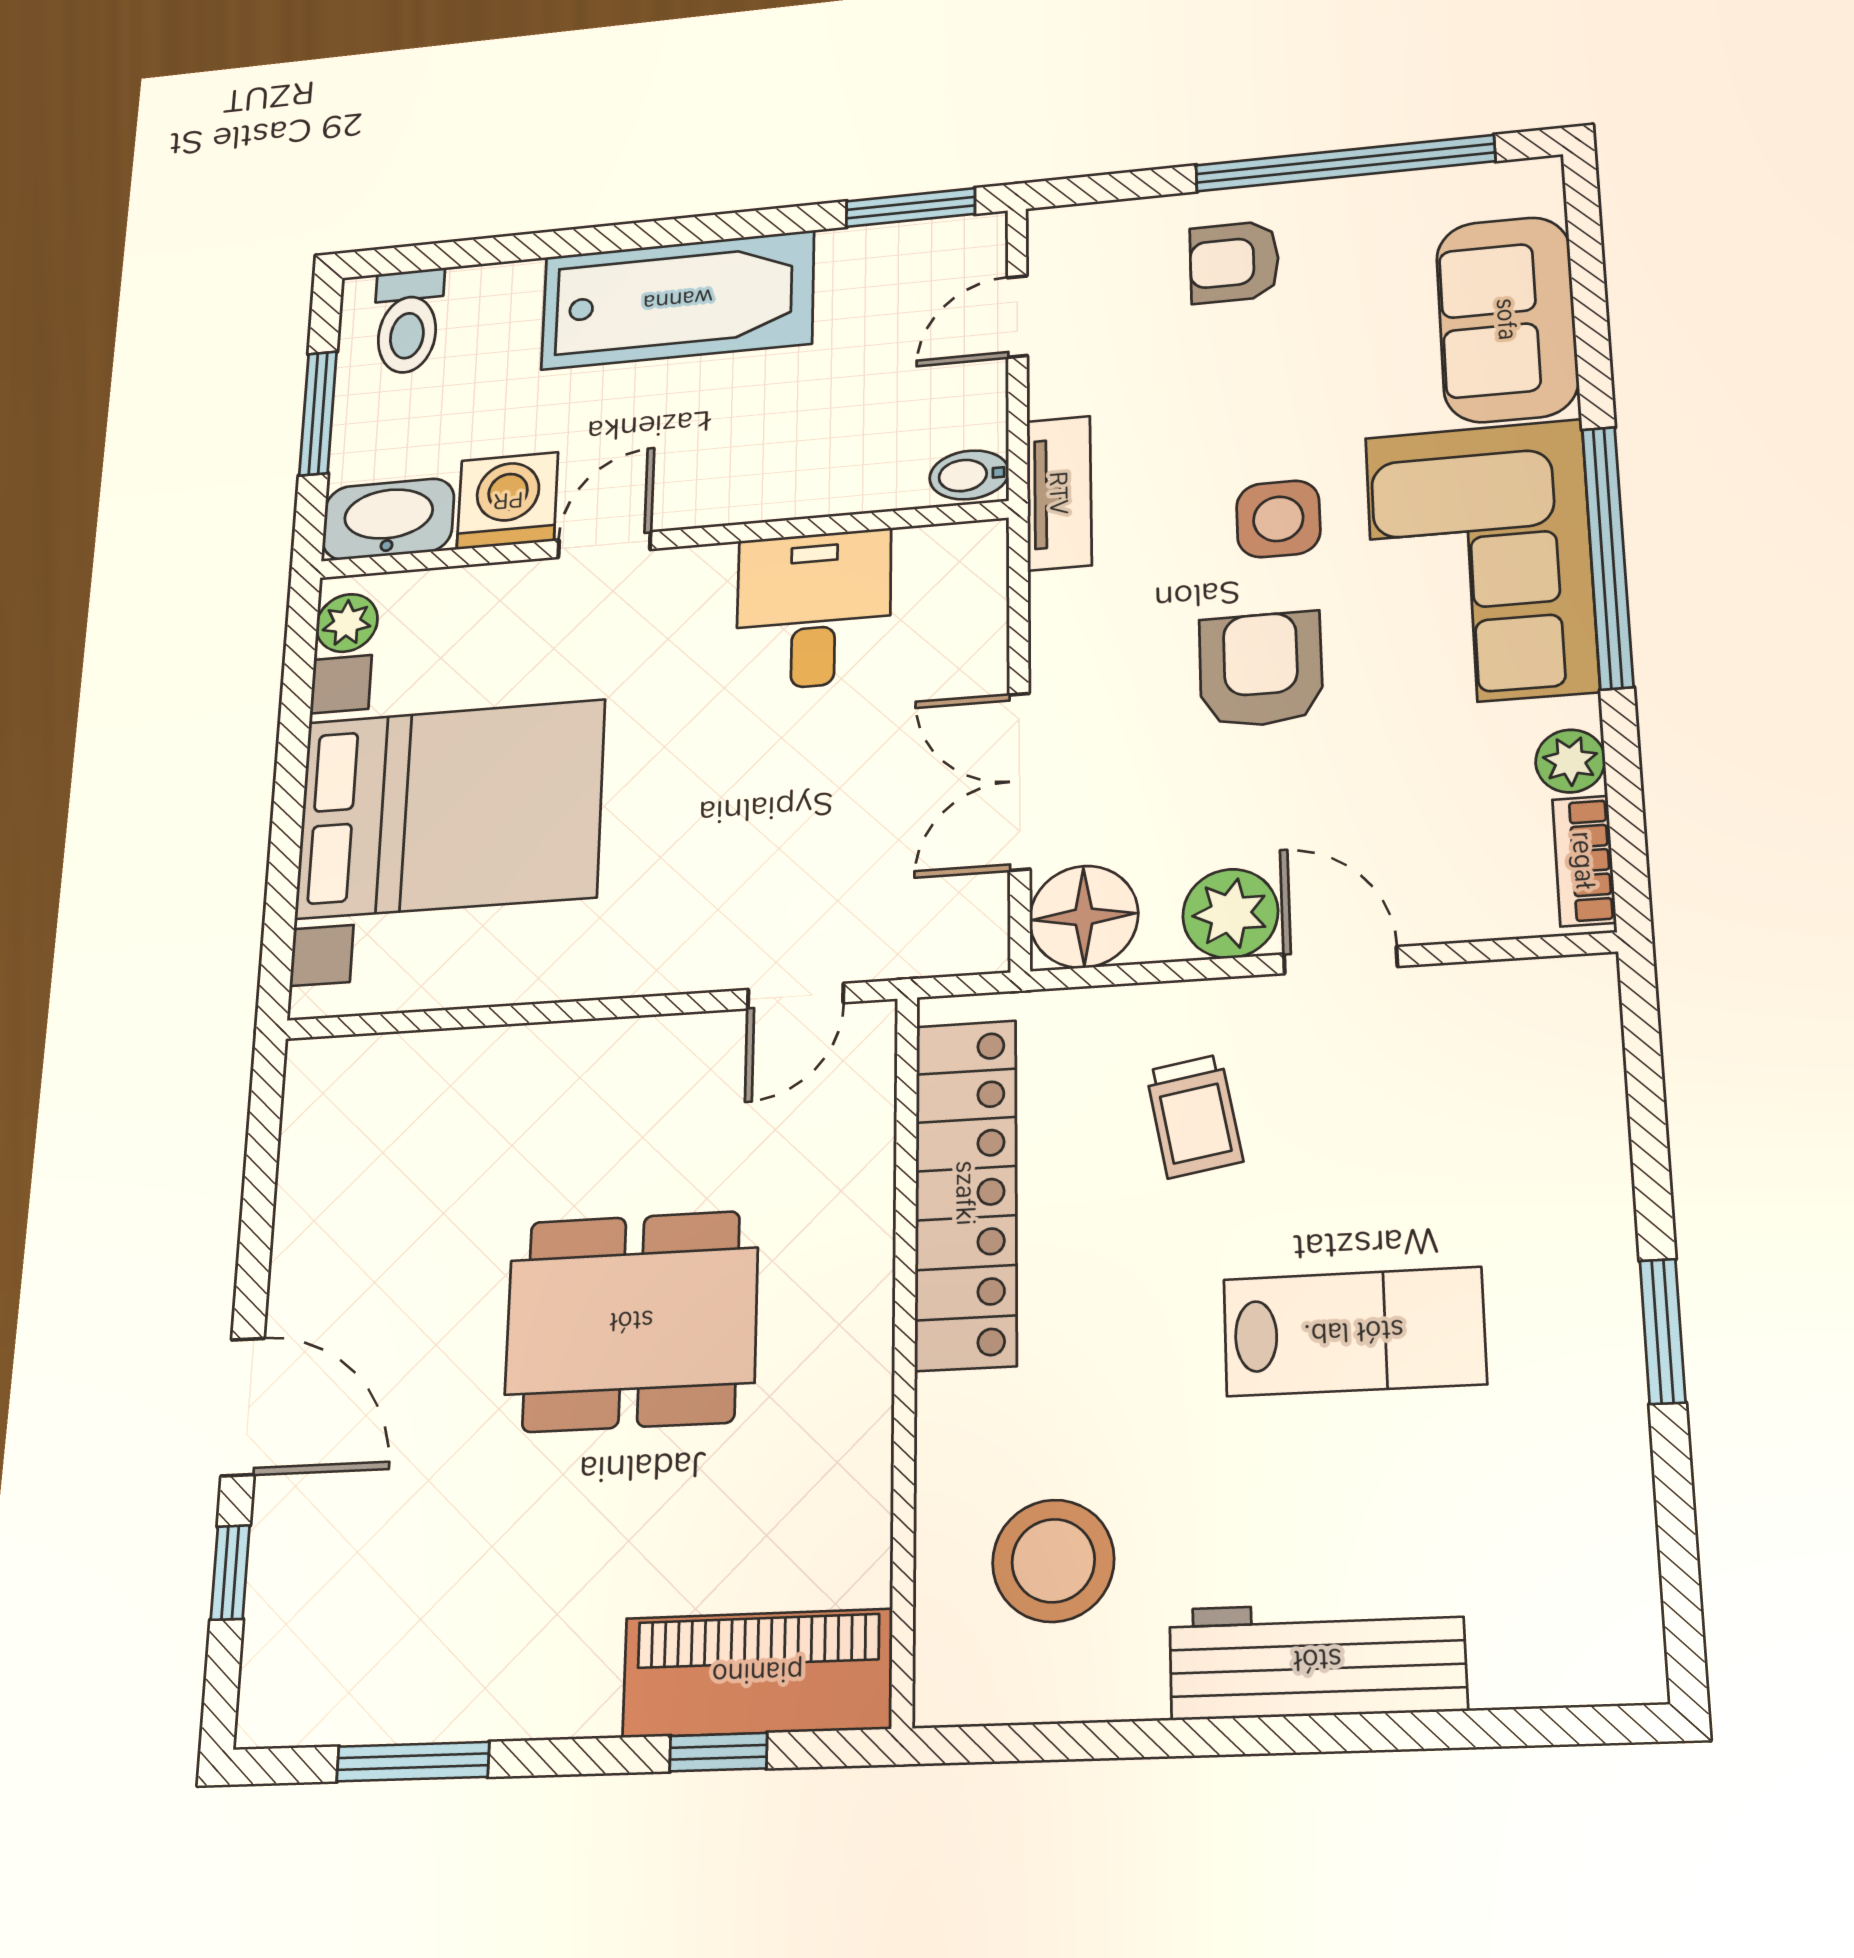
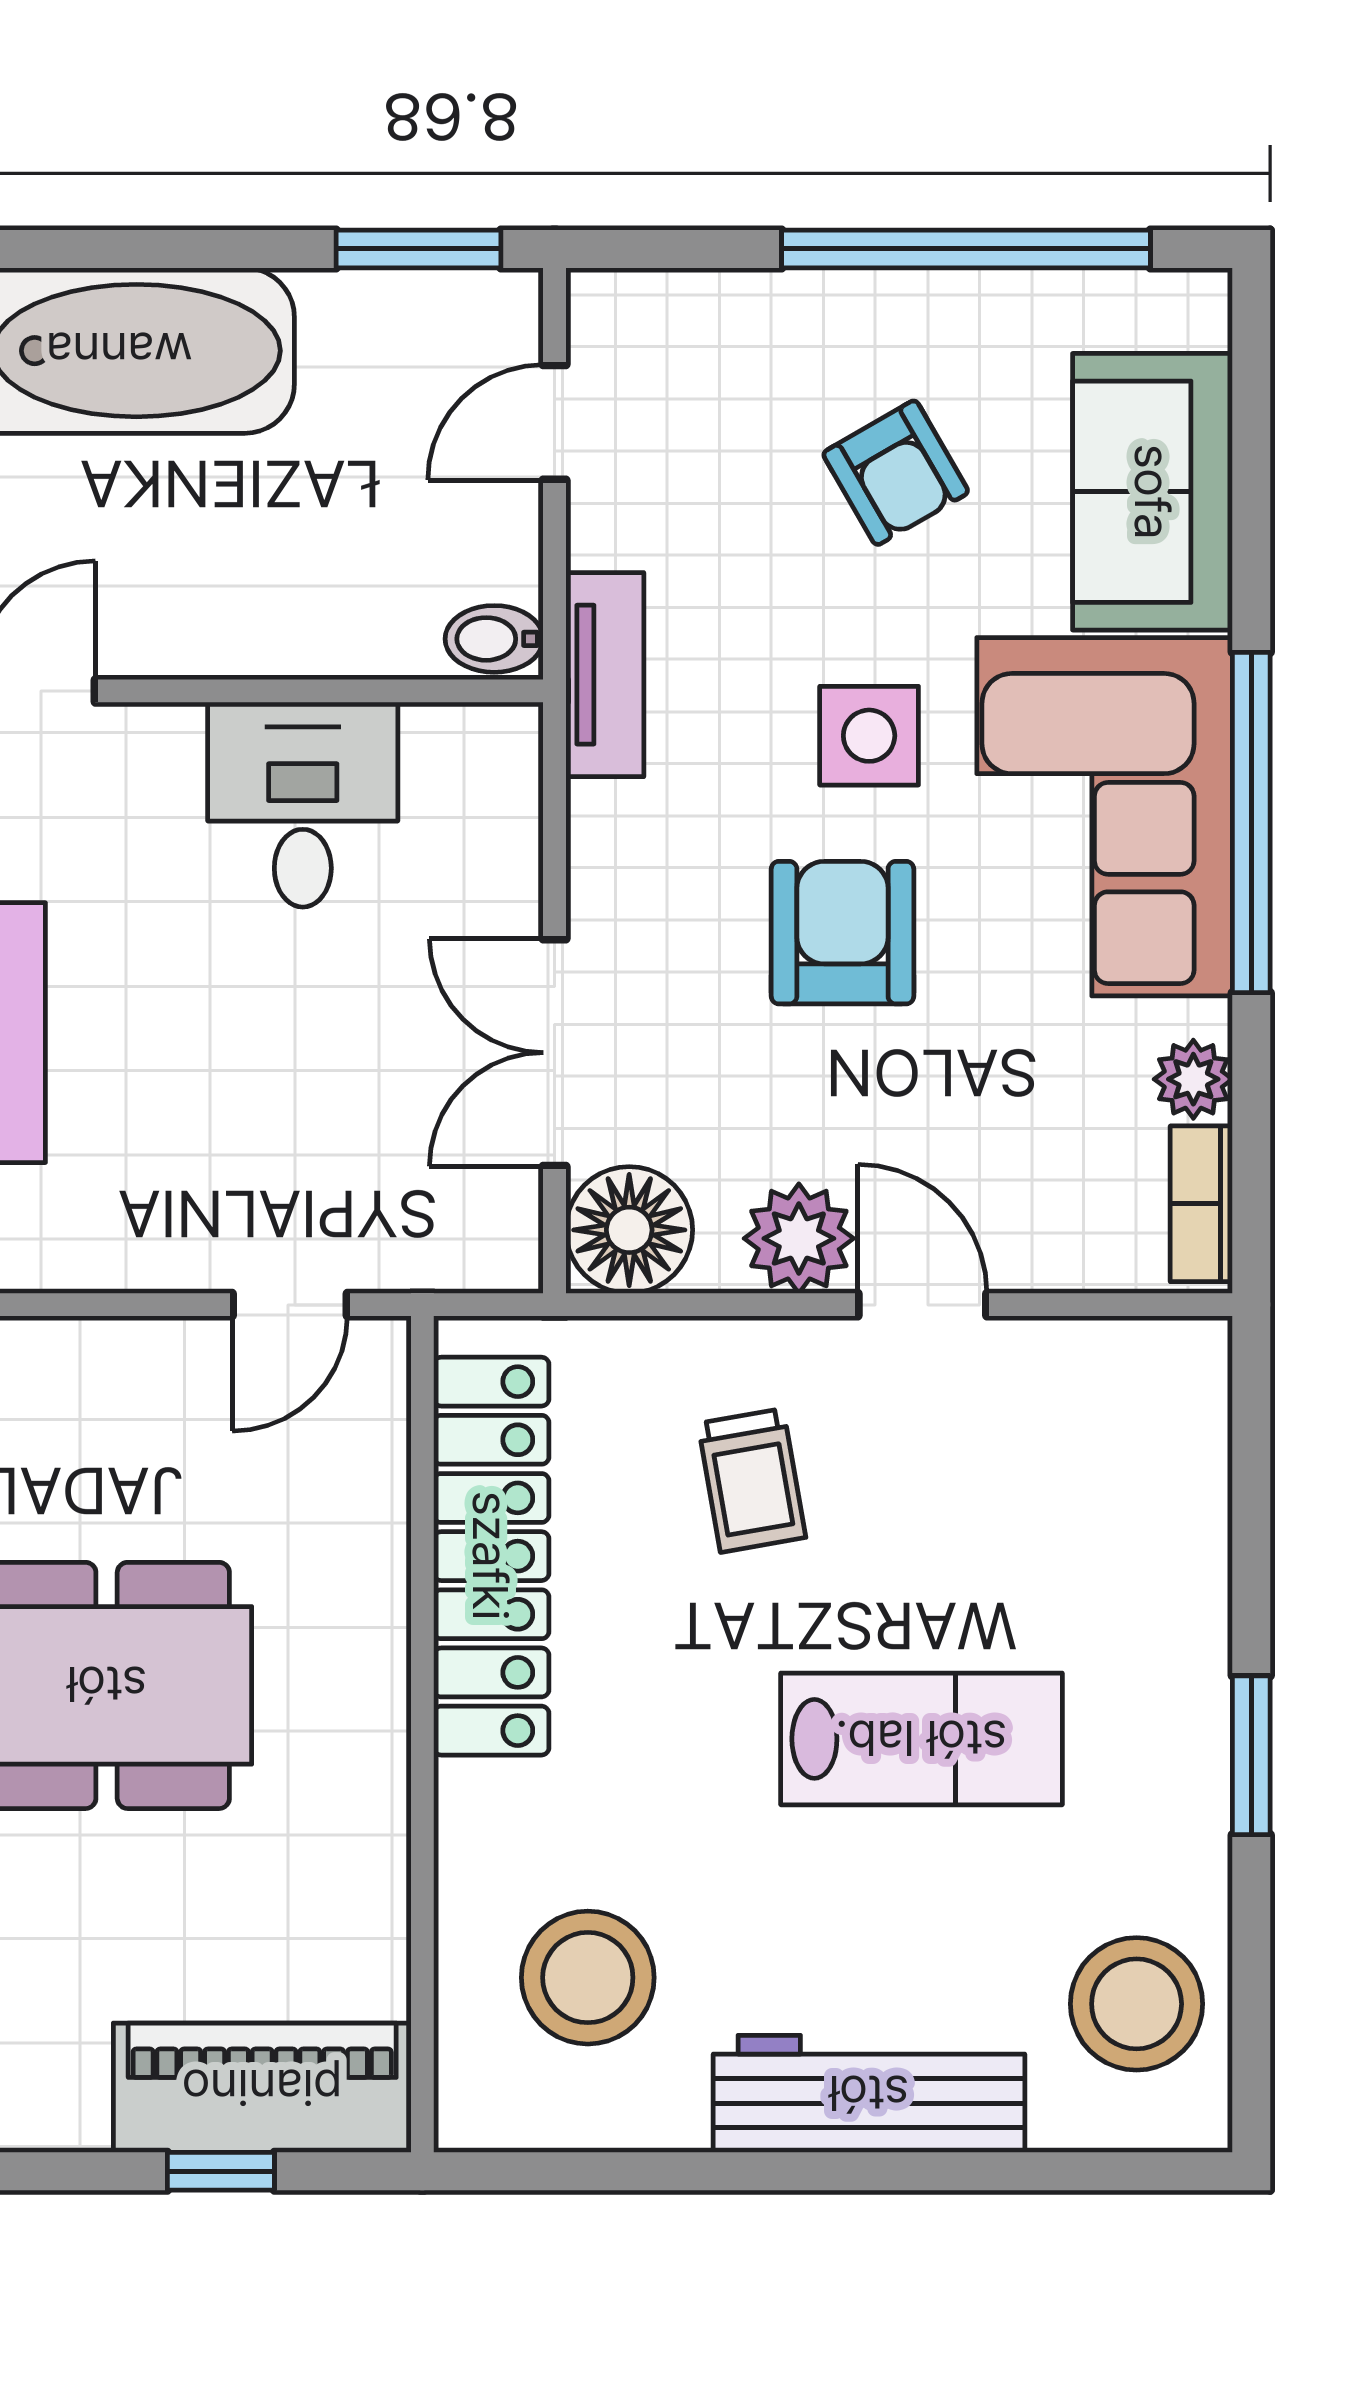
armchair: (1234, 262) -> (896, 473), moved, turned -120
stool: (1568, 1565) -> (1137, 2004), added

